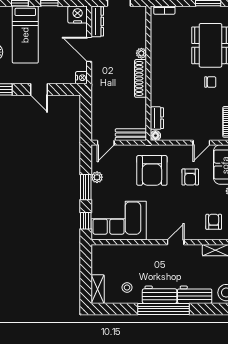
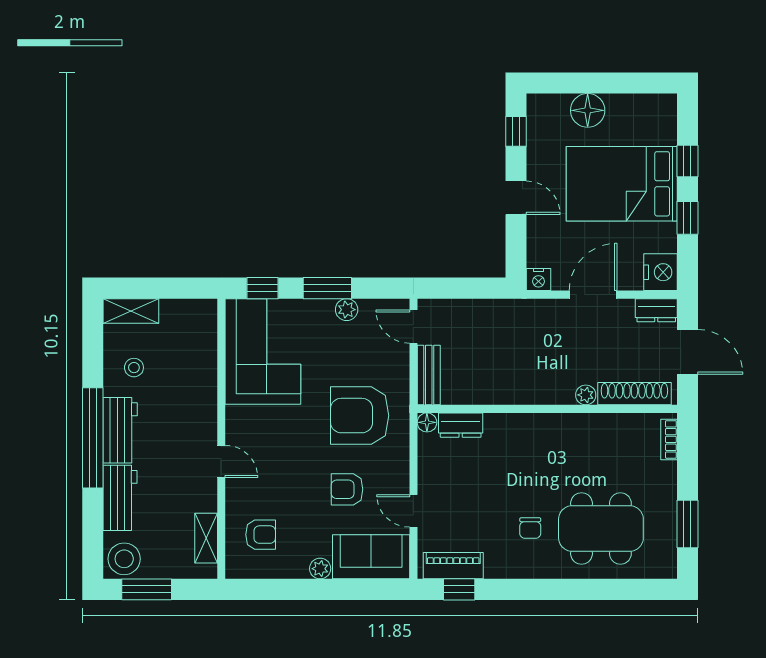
dresser: (97, 21) -> (656, 310), width x0.70
bed: (25, 35) -> (622, 184), width x1.50
shoe rack: (141, 78) -> (634, 394), moved
door: (39, 89) -> (516, 198), swing flipped

